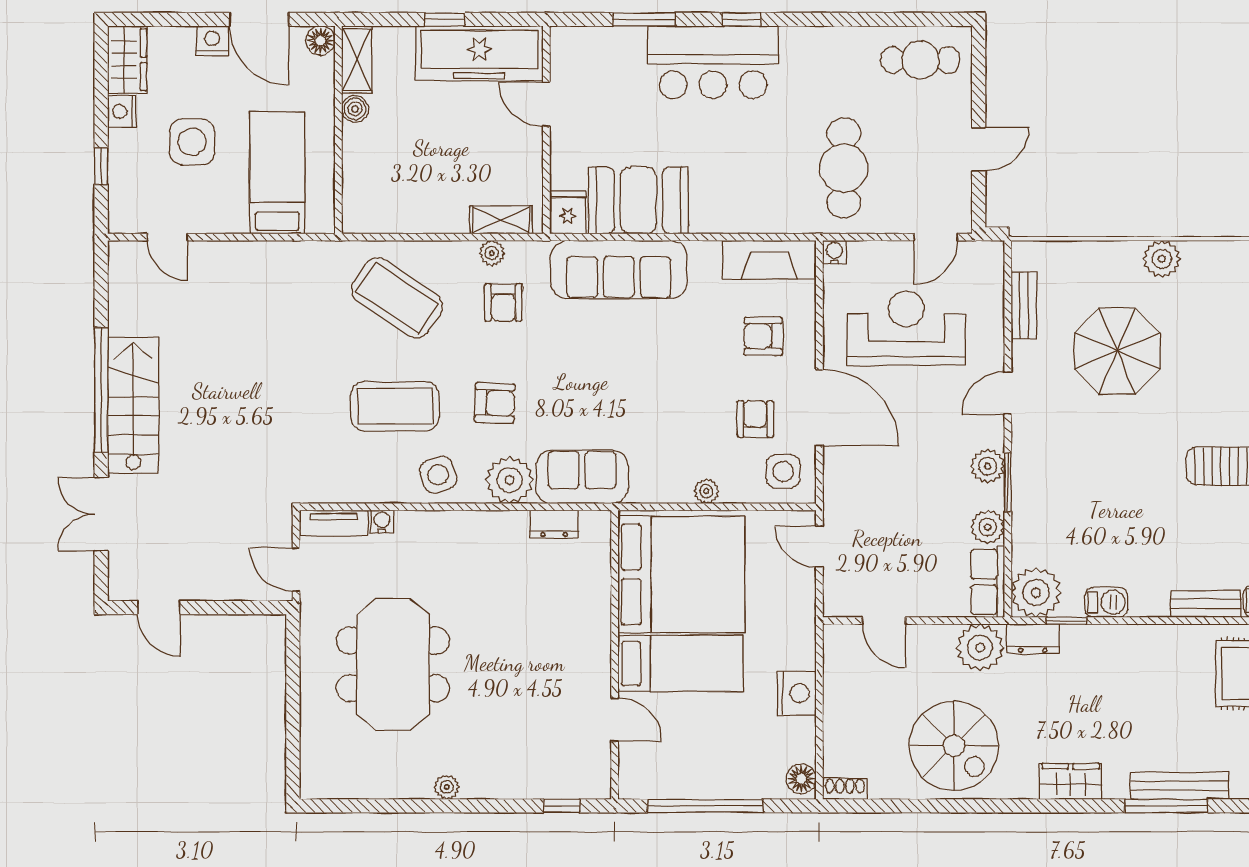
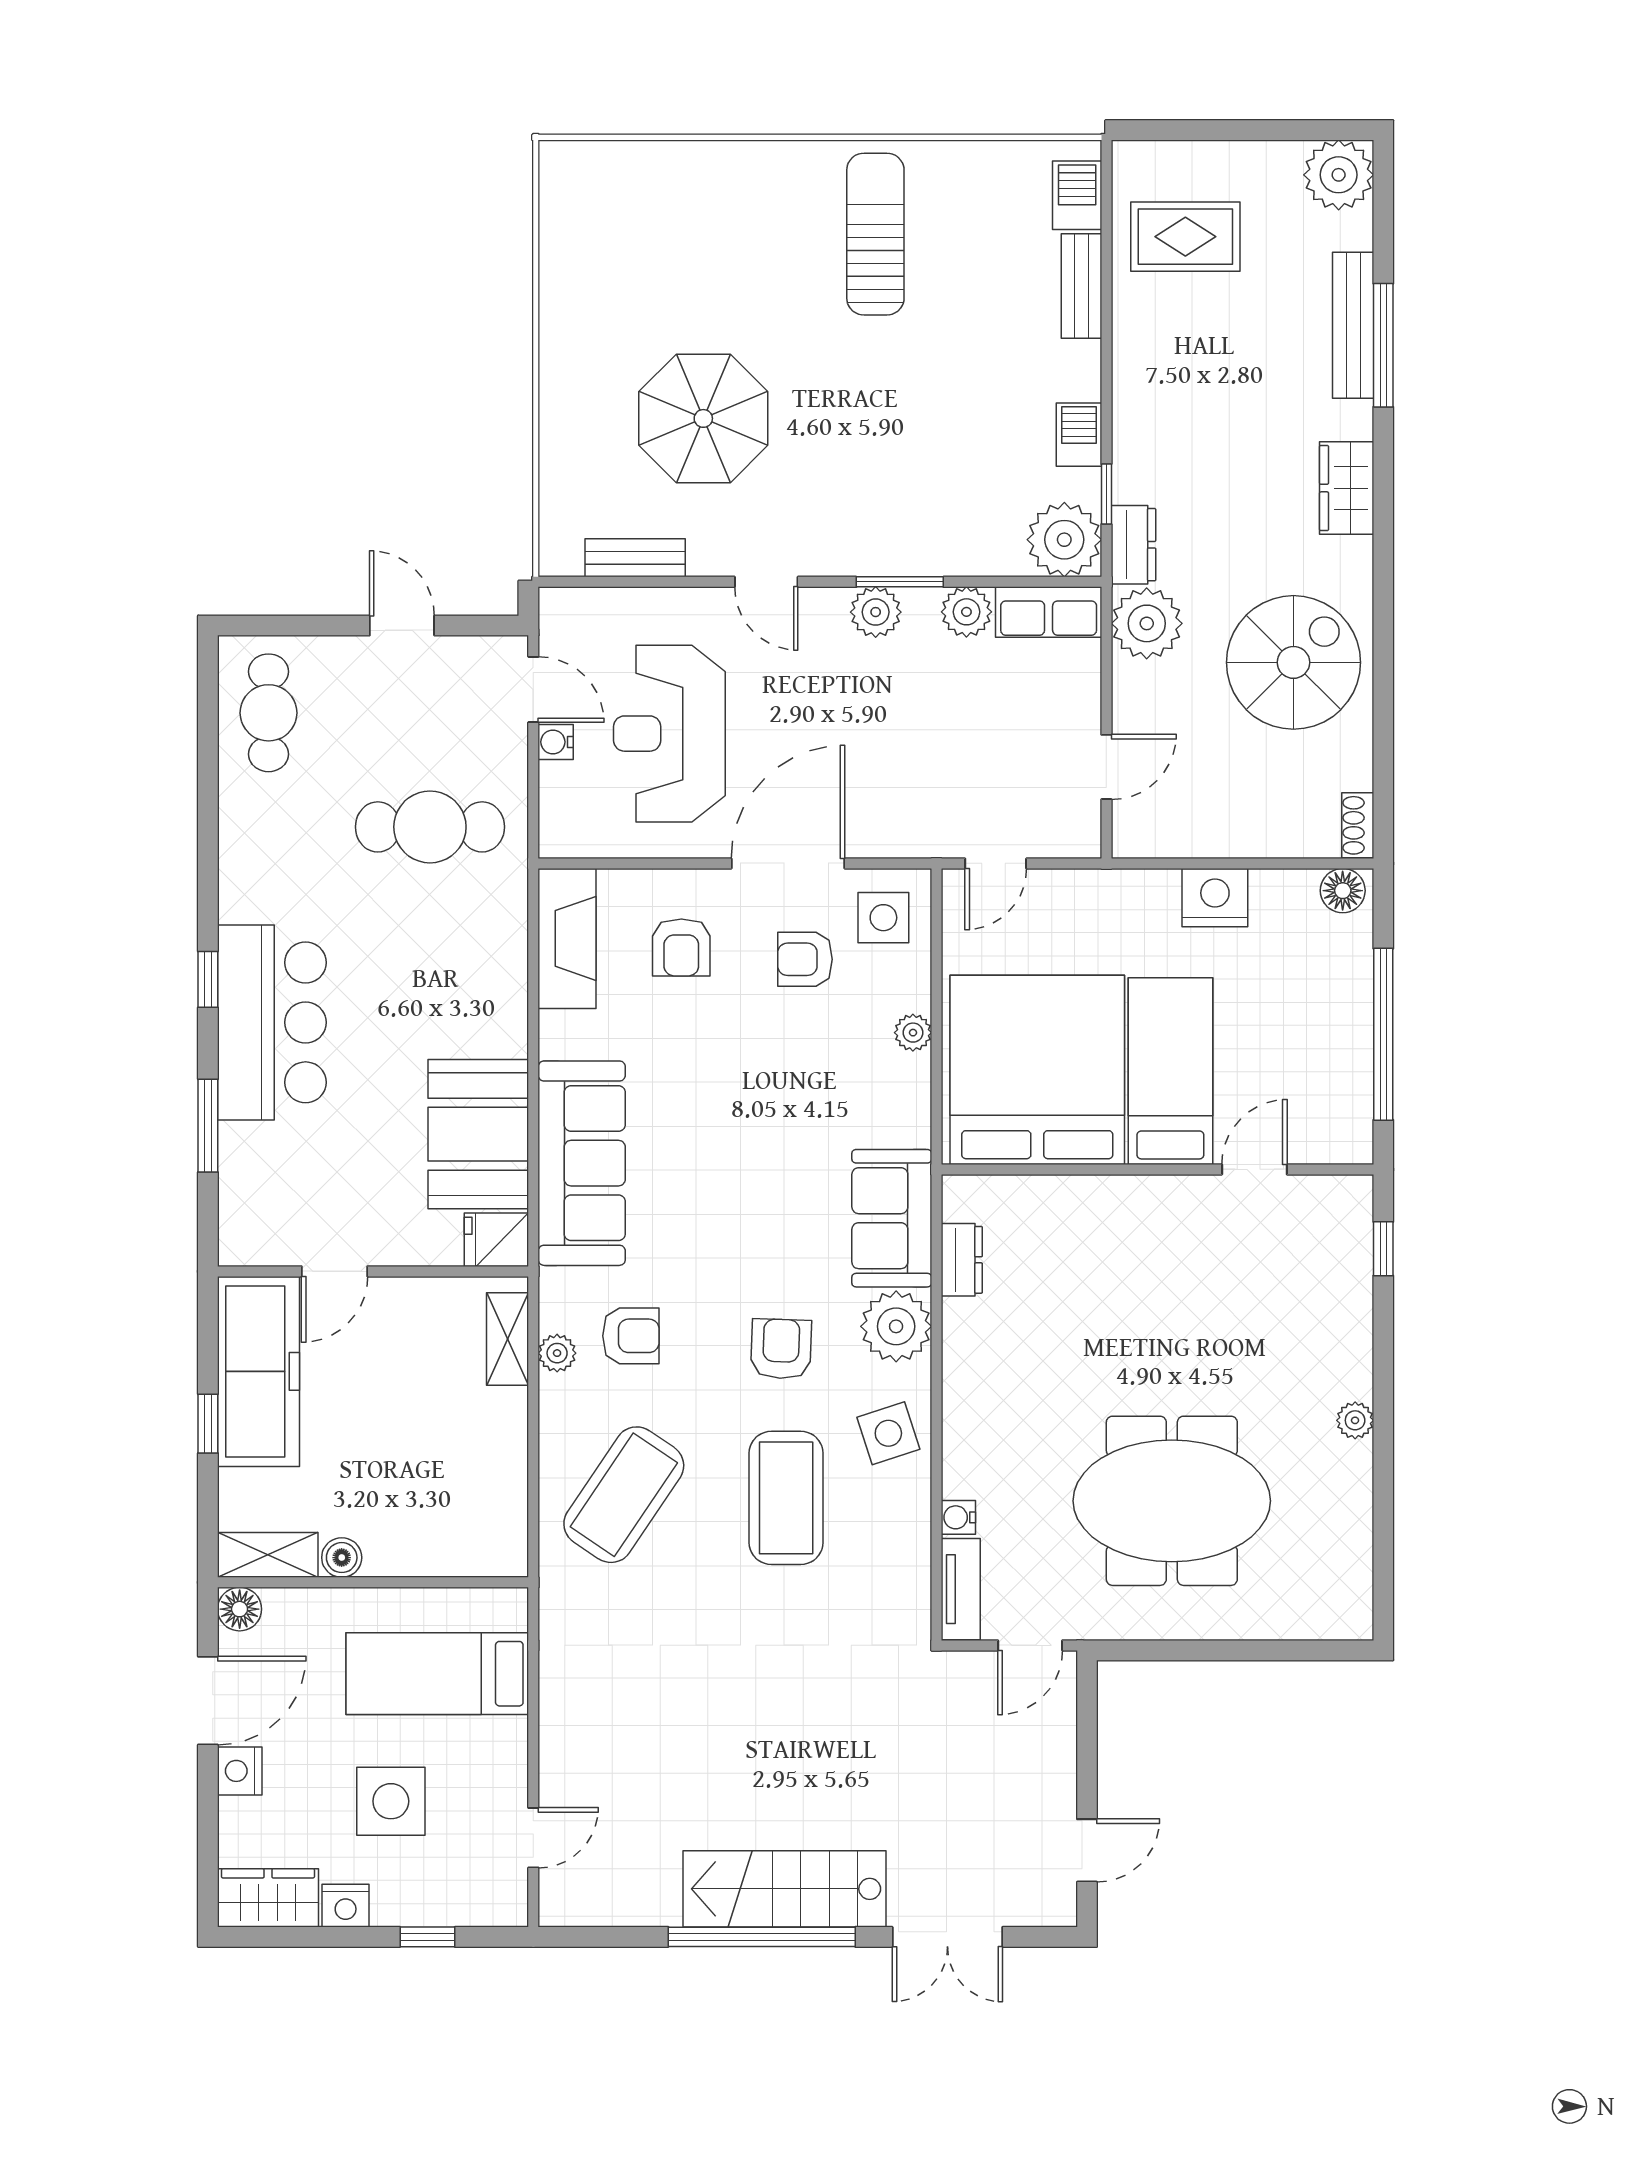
water cooler: (834, 252) -> (556, 742), moved
plant: (1162, 259) -> (566, 352), removed

